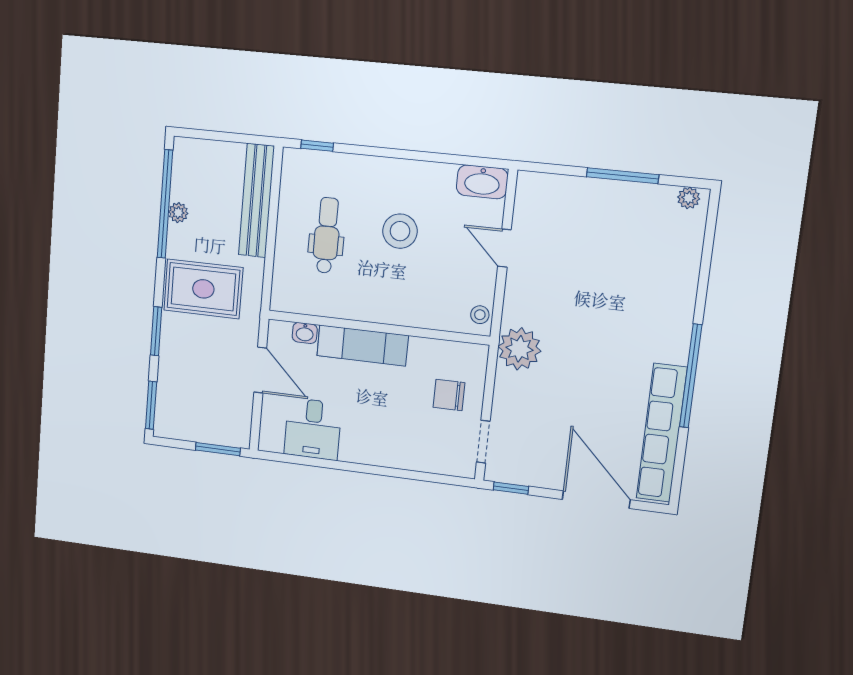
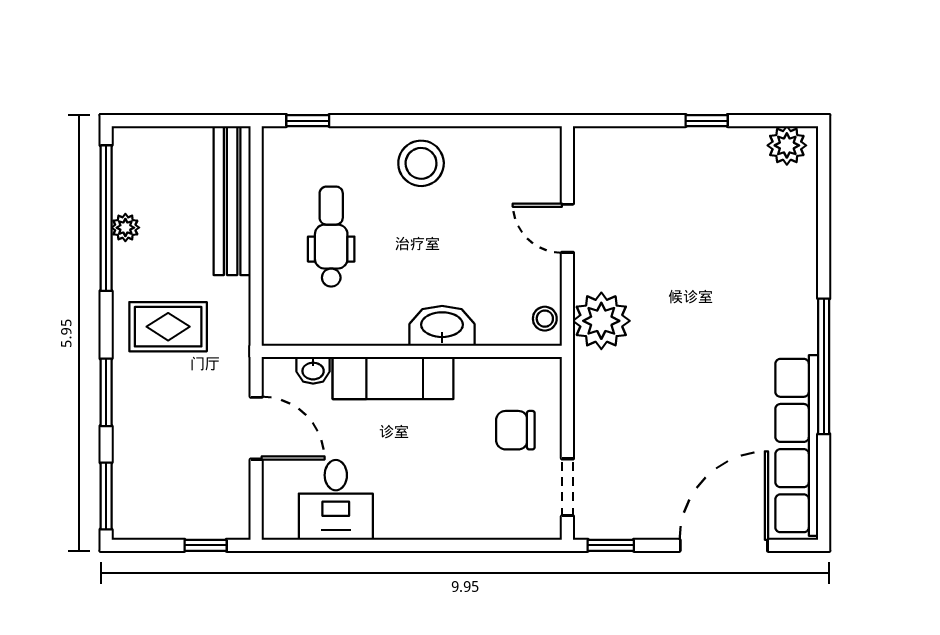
window: (623, 176) -> (707, 121), width x0.46
washbasin: (482, 182) -> (442, 326), moved, turned 180
plant: (689, 198) -> (787, 145), width x1.38, depth x1.38
stool: (400, 231) -> (421, 163), moved
rug: (203, 289) -> (168, 327), width x0.73, depth x0.70
plant: (519, 349) -> (601, 321), moved
window: (218, 449) -> (206, 545), width x0.67
door: (596, 500) -> (724, 545), hinge flipped

